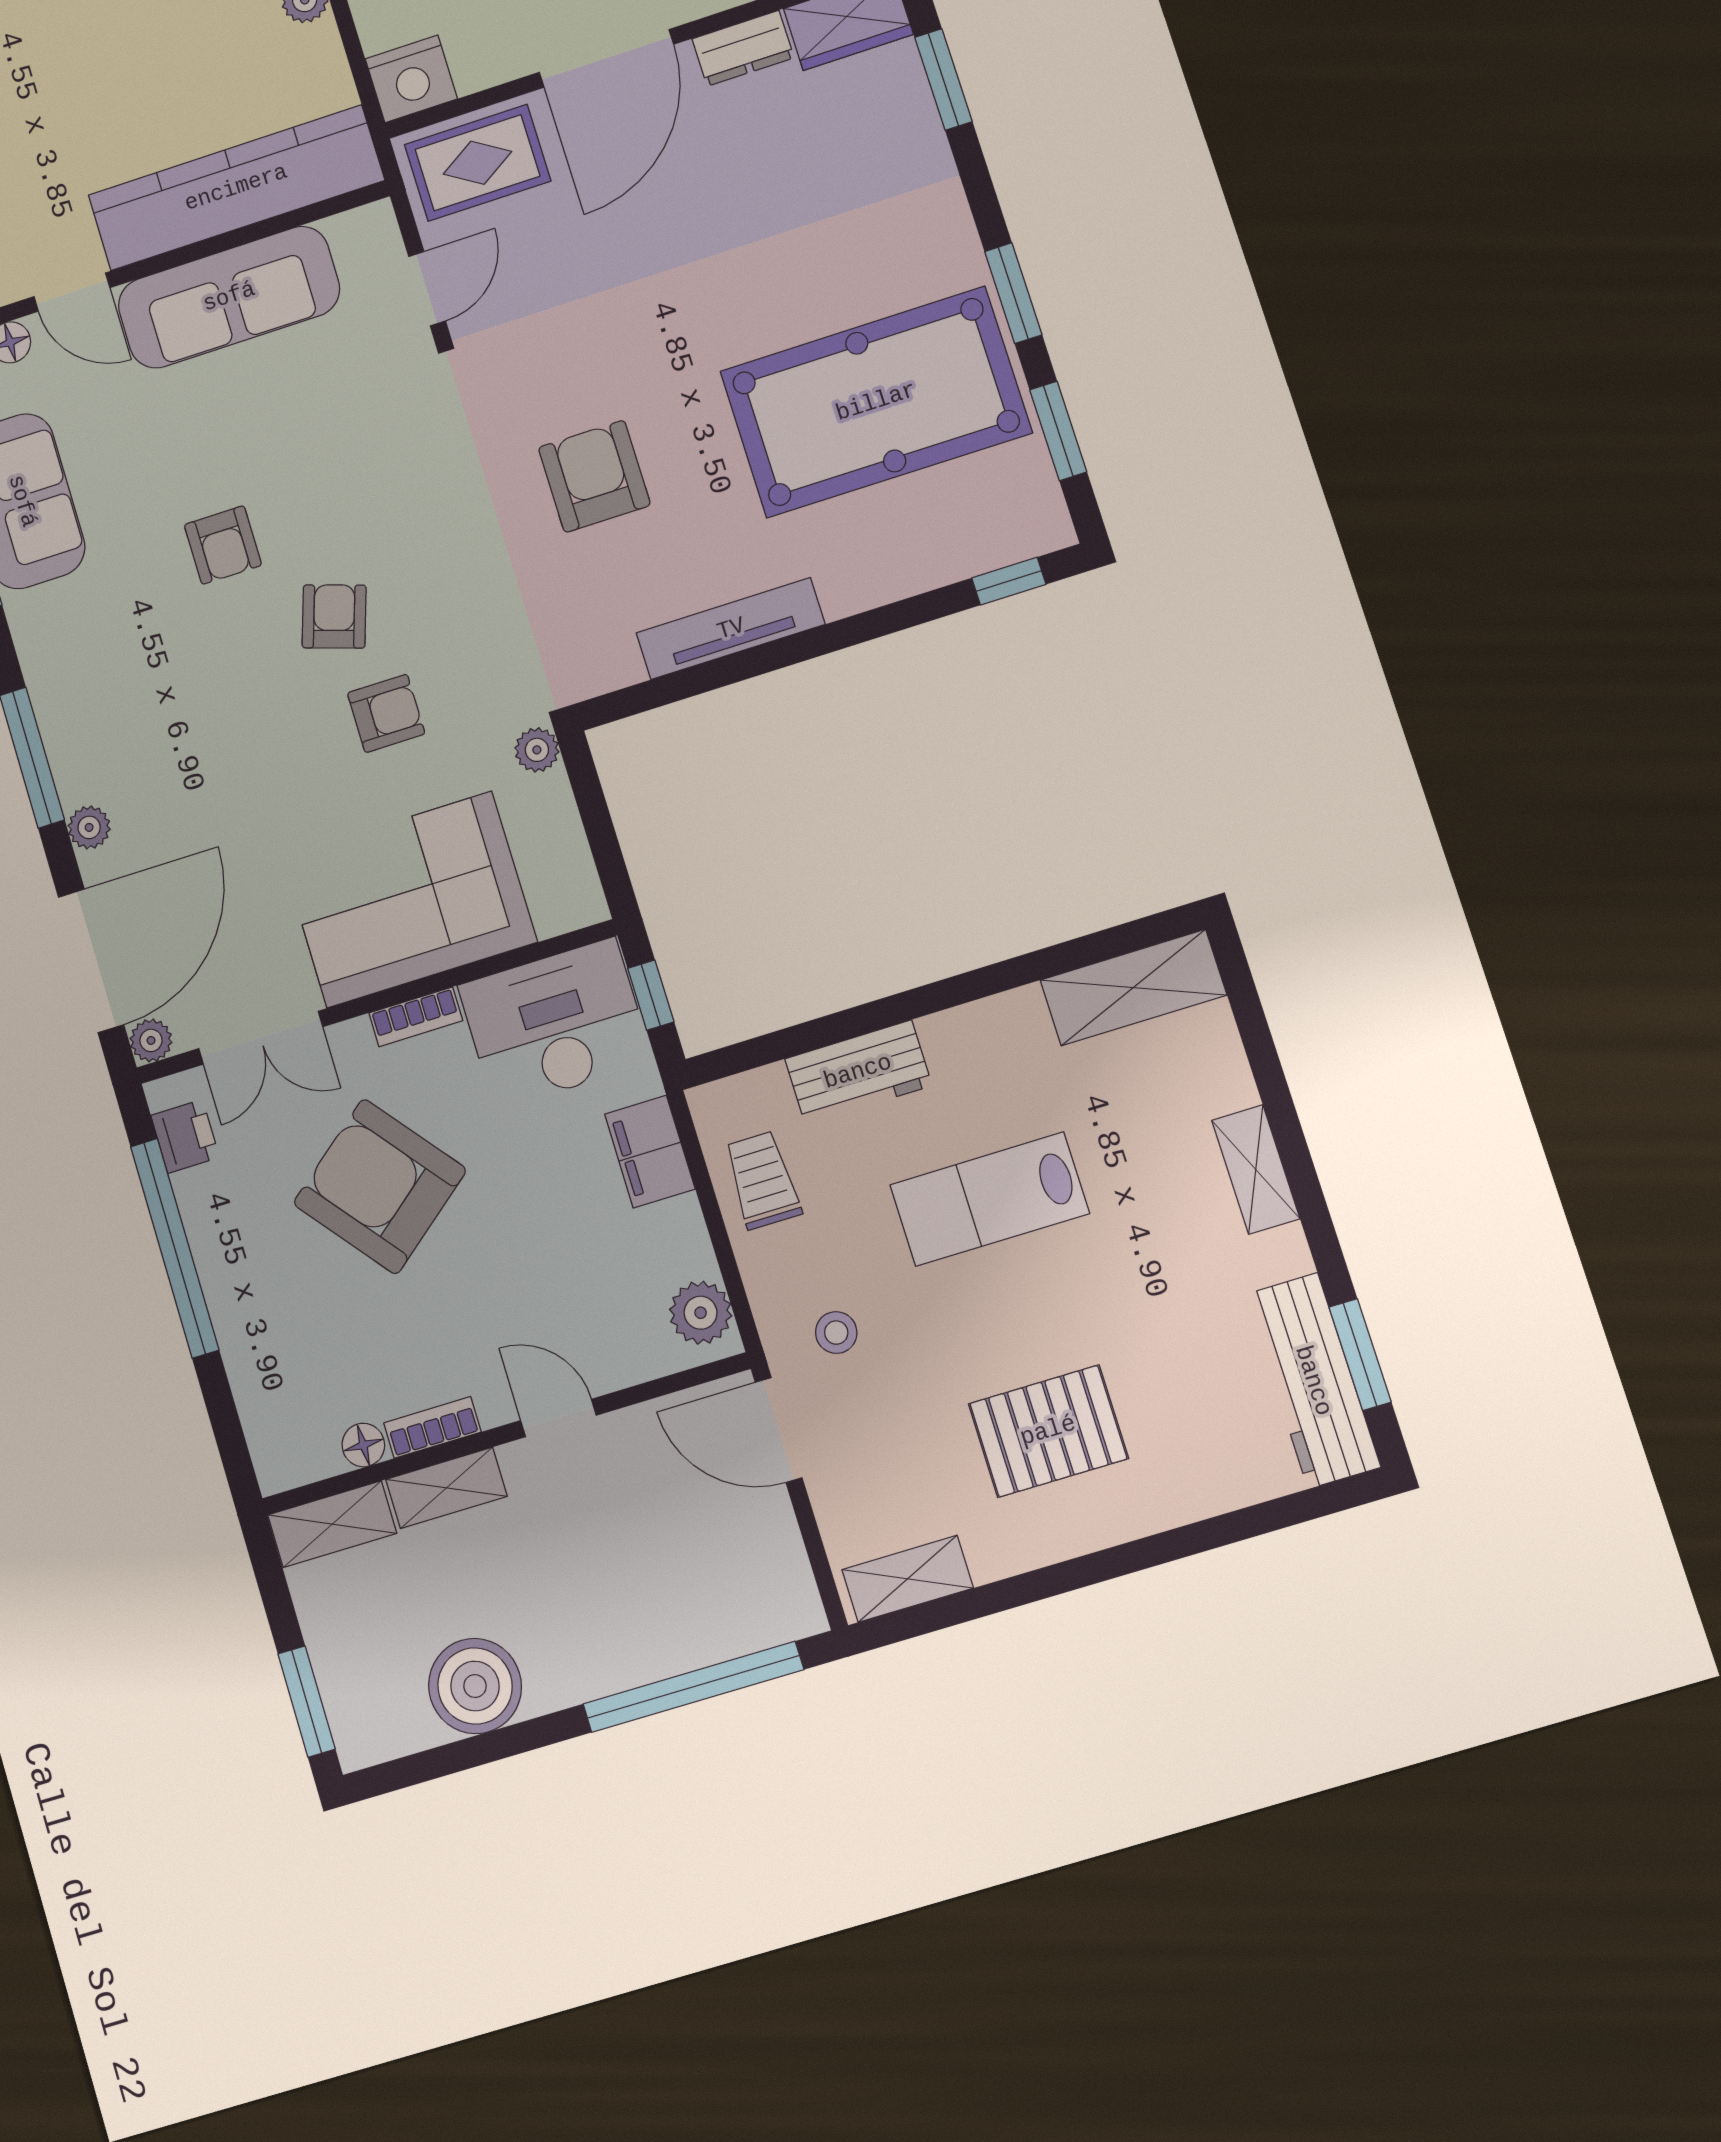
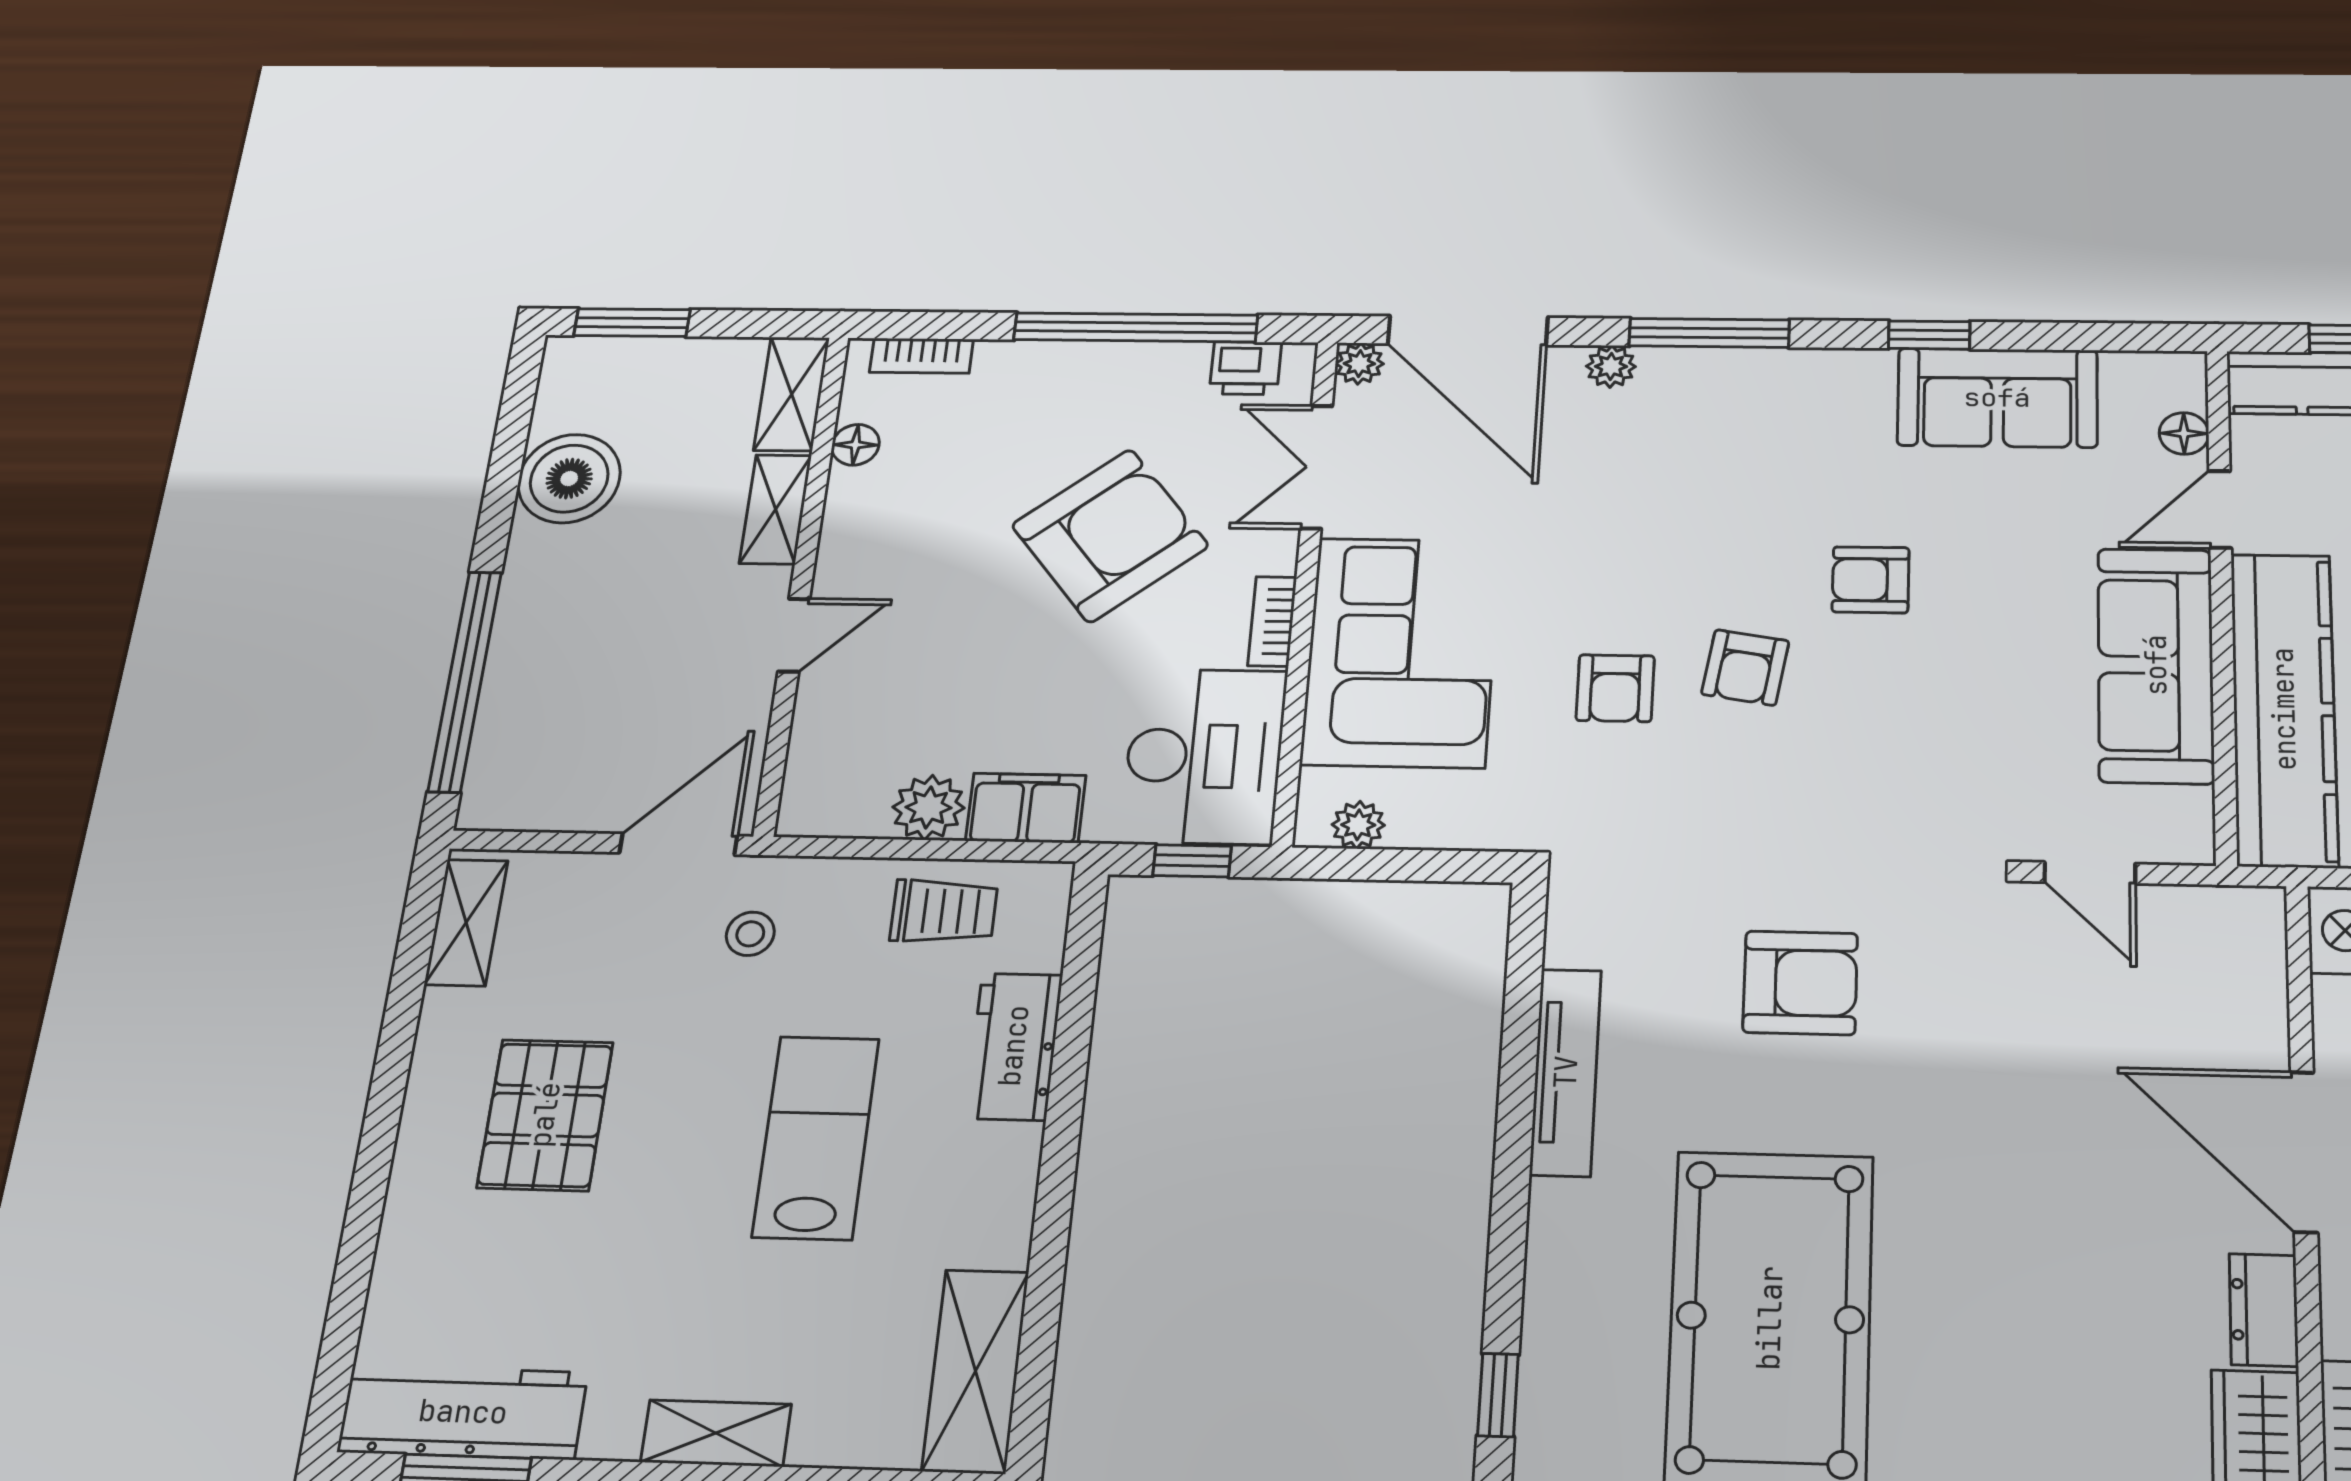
rug: (478, 163) -> (2223, 971), removed
armchair: (334, 616) -> (1745, 668), turned 81
plant: (537, 750) -> (1358, 825), moved
plant: (701, 1313) -> (928, 807), moved
bookcase: (432, 1427) -> (921, 356), moved, turned 90

